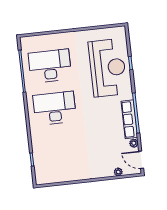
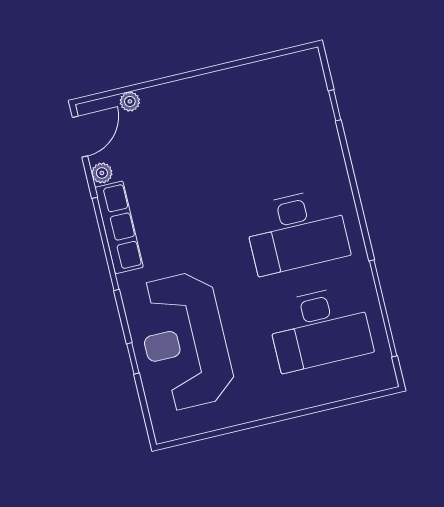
door: (141, 160) -> (80, 137), hinge flipped

